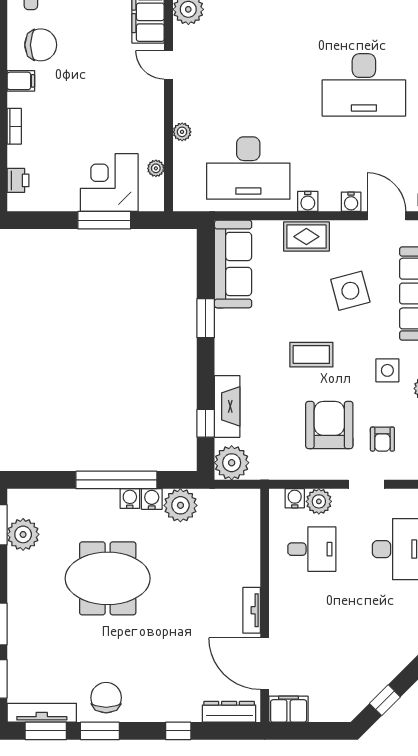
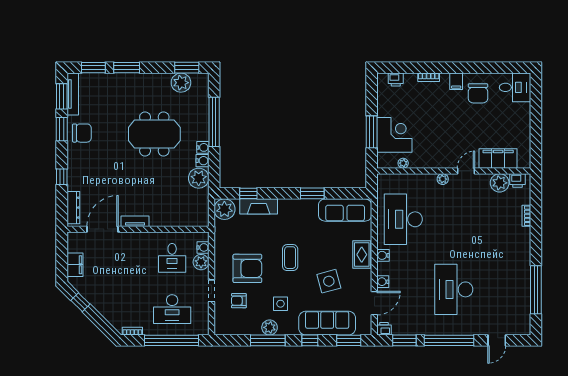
plant: (182, 132) -> (443, 179), moved
window: (116, 480) -> (214, 122), moved
meeting table: (108, 578) -> (154, 134), turned 90
filing cabinet: (289, 709) -> (75, 265), moved

